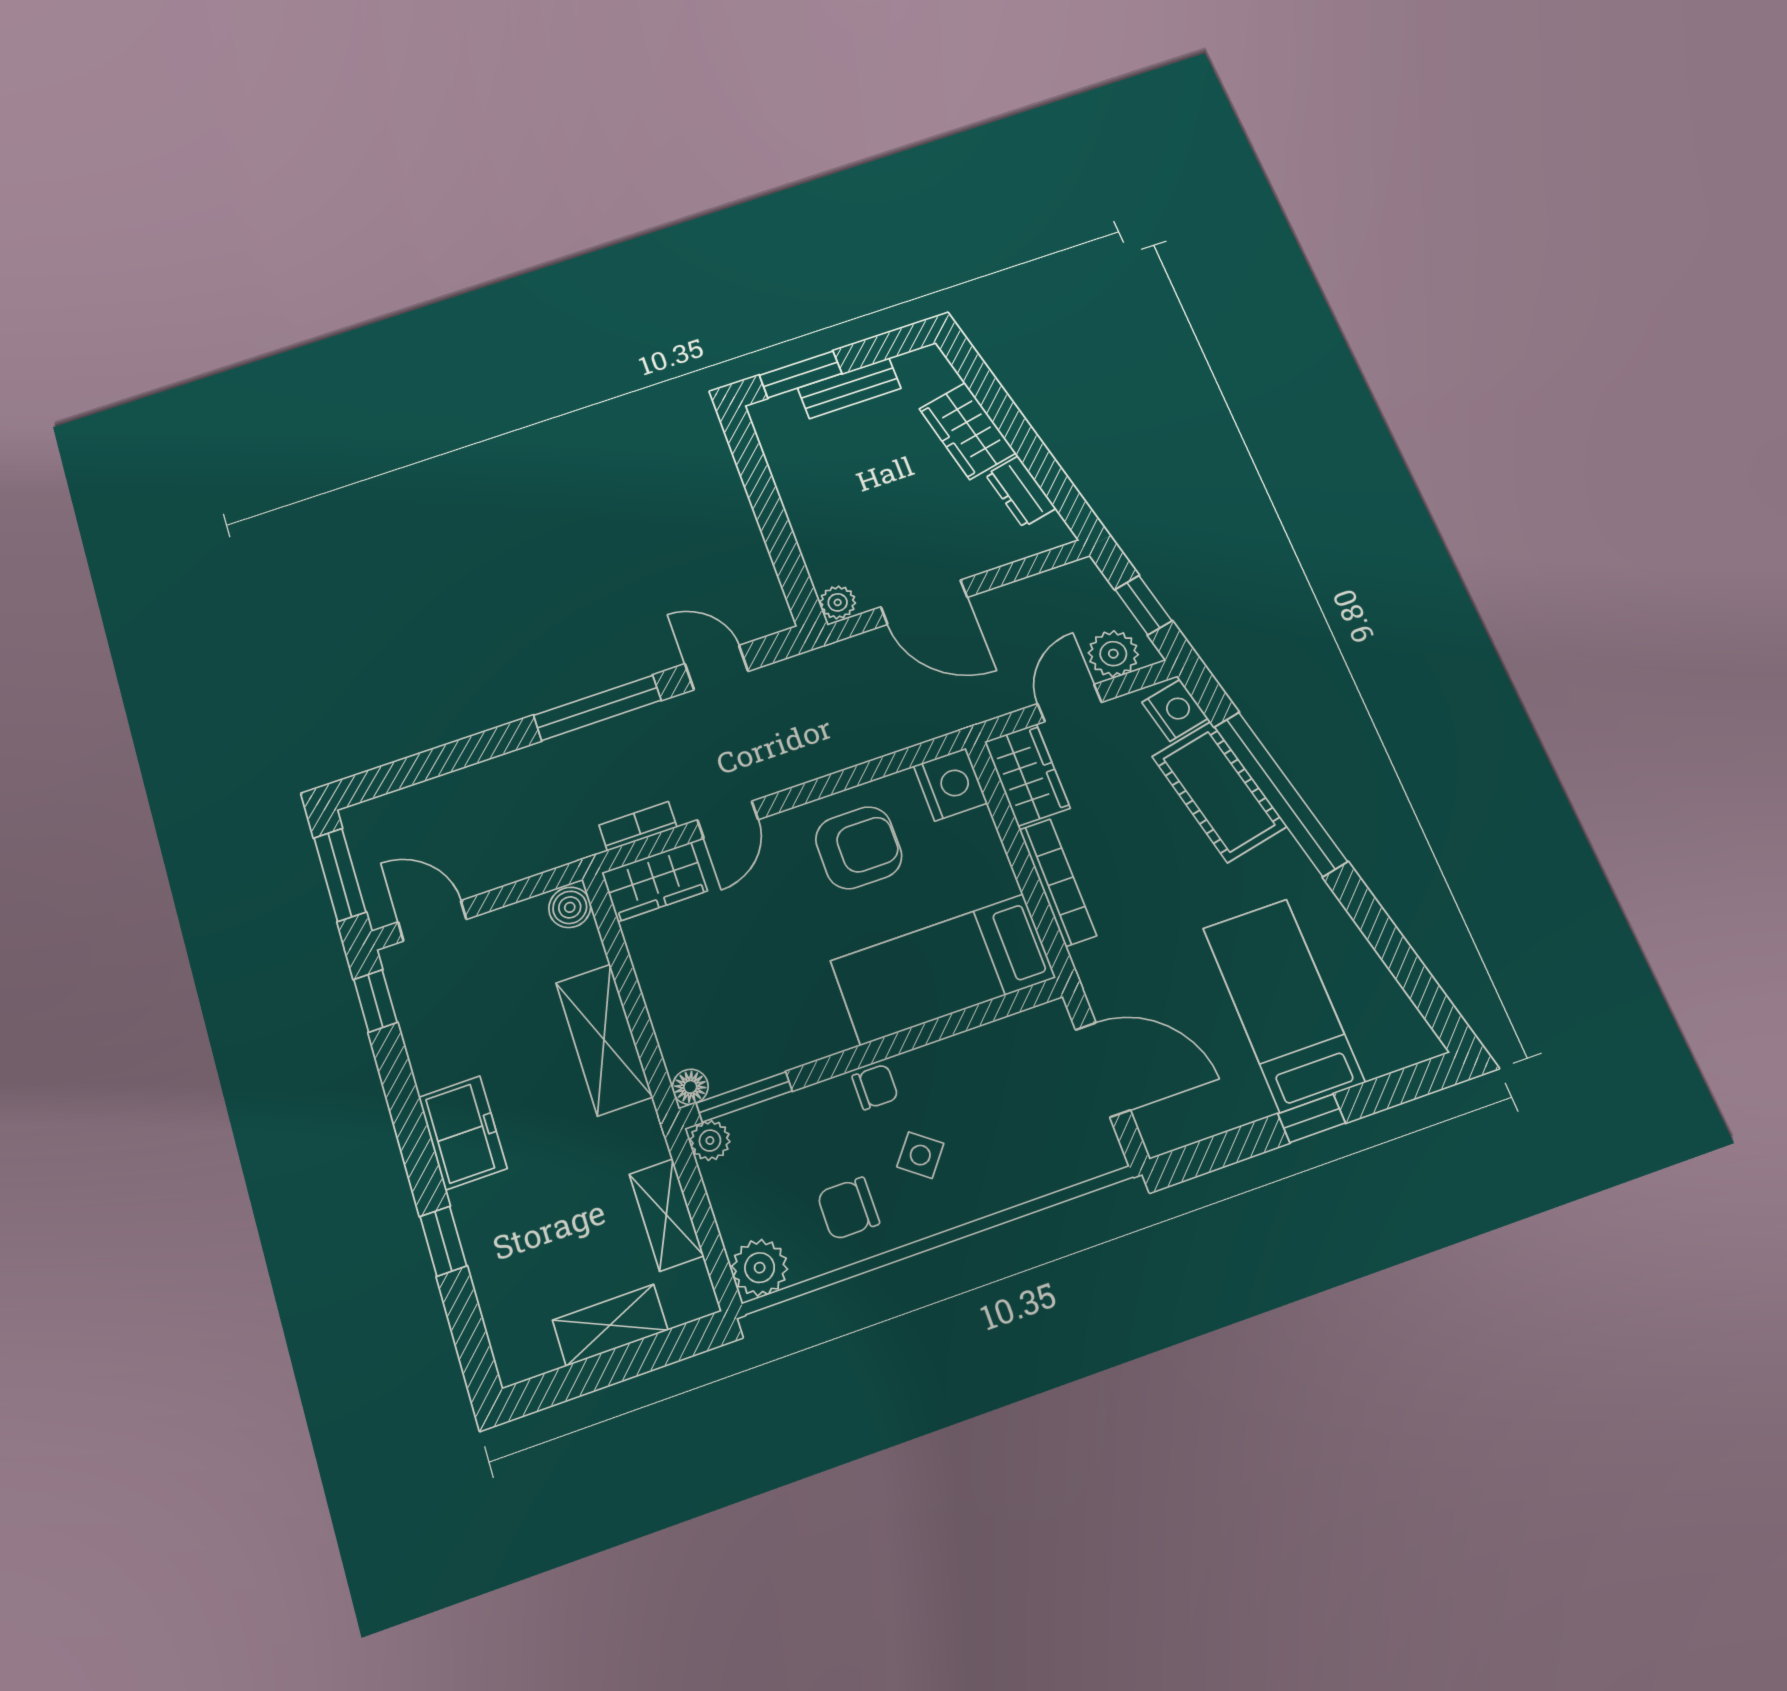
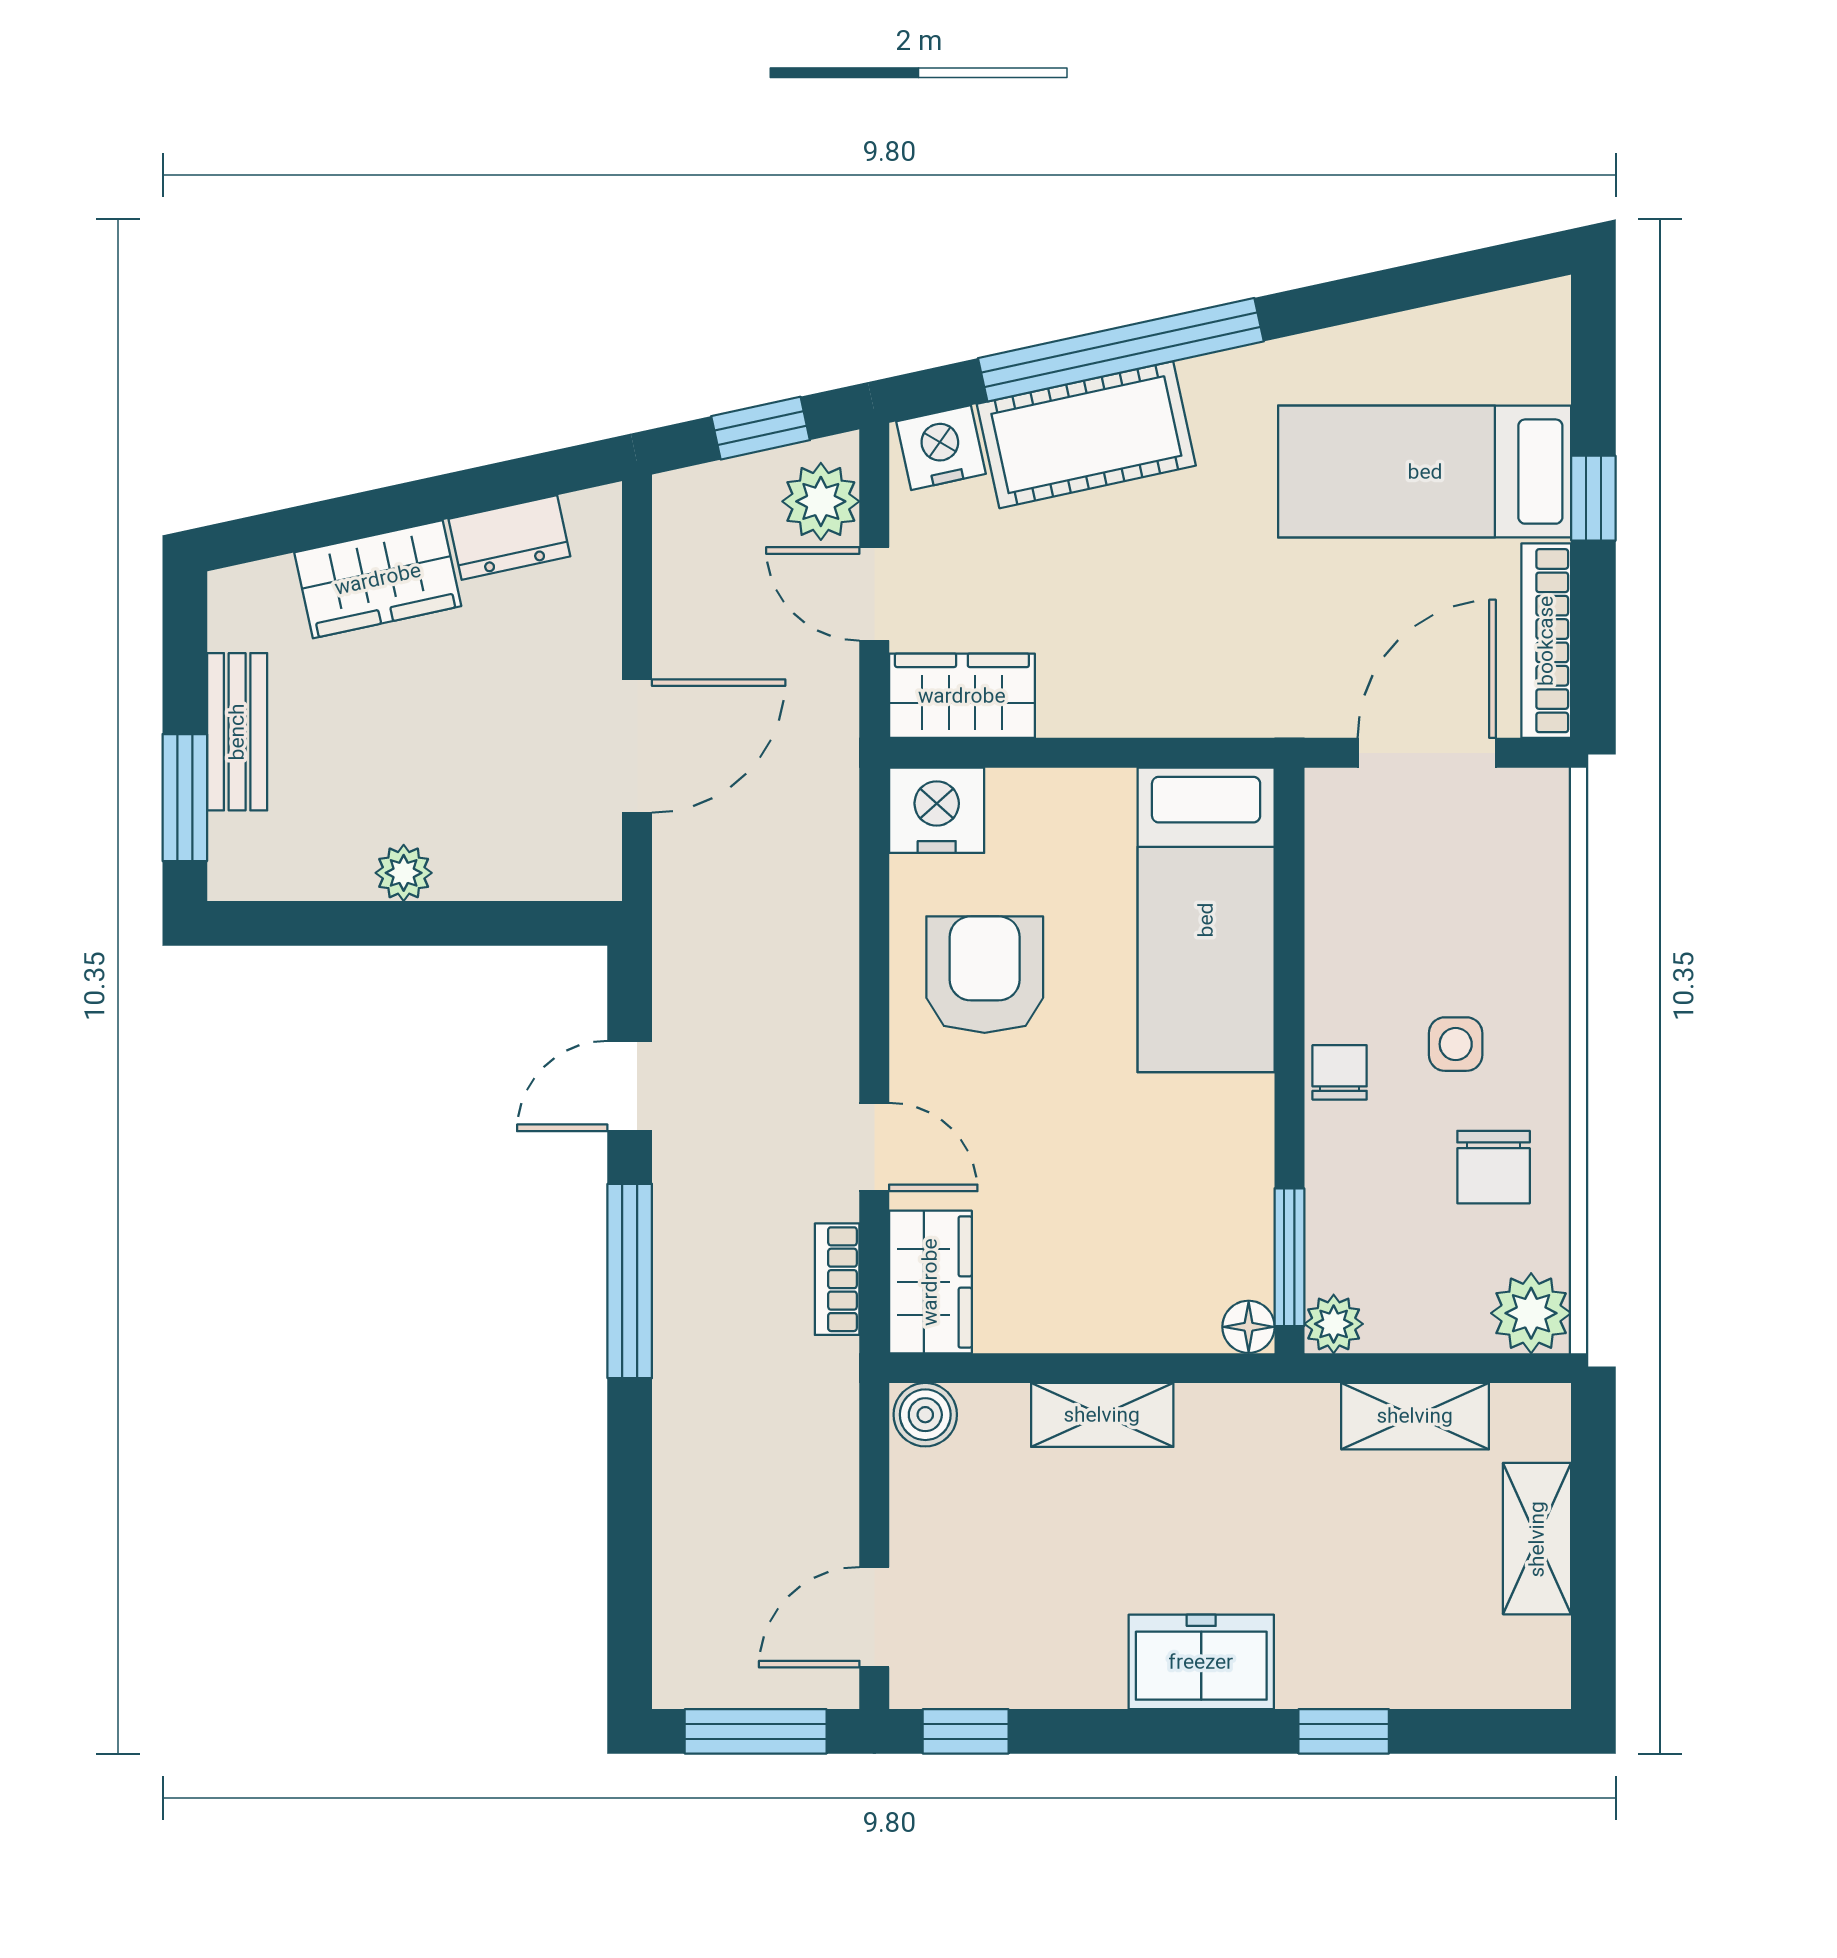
plant: (838, 602) -> (404, 873), moved
bookcase: (1058, 882) -> (1546, 641), moved, turned -90
shelving: (604, 1039) -> (1102, 1415), width x0.67, depth x0.75
side table: (920, 1155) -> (1456, 1044), turned -38

